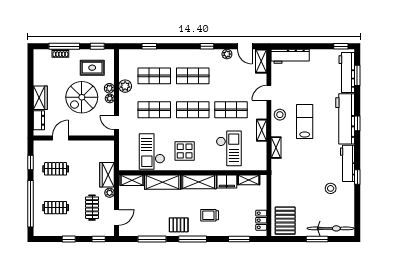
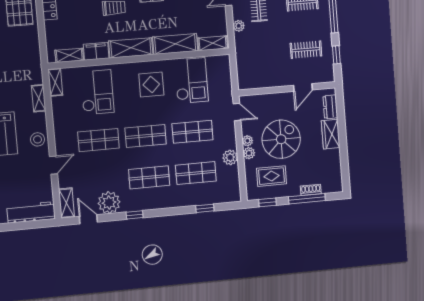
plant: (227, 54) -> (109, 203), width x1.88, depth x1.88
shelving: (262, 130) -> (55, 82), moved
checkout: (229, 148) -> (97, 92), turned 180
wardrobe: (107, 175) -> (243, 47), removed

